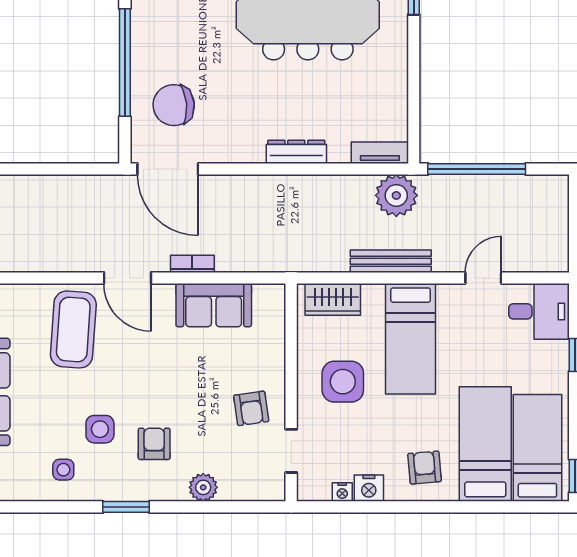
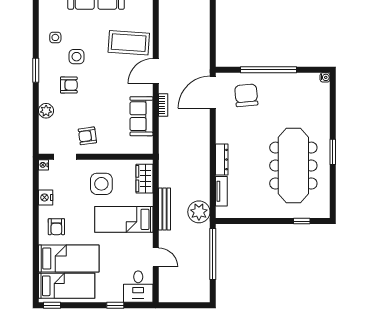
tv unit: (380, 153) -> (221, 191), moved
armchair: (425, 468) -> (56, 227), turned 95
nightstand: (342, 492) -> (44, 165), moved

